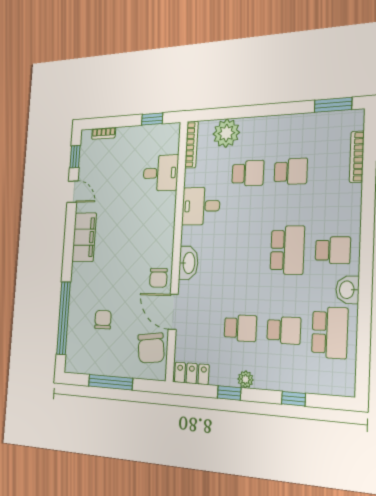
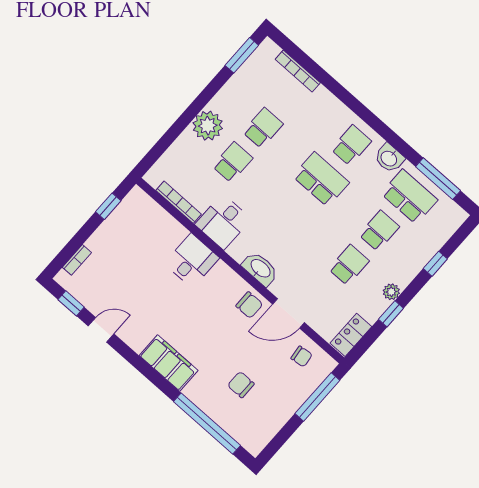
plant: (226, 133) -> (208, 126), moved
bookcase: (191, 145) -> (179, 202), moved
desk: (161, 173) -> (192, 261), moved
filing cabinet: (84, 237) -> (169, 363), moved
window: (363, 345) -> (438, 179), added
chair: (151, 348) -> (302, 356), width x0.54, depth x0.54
window: (110, 382) -> (317, 397), moved

